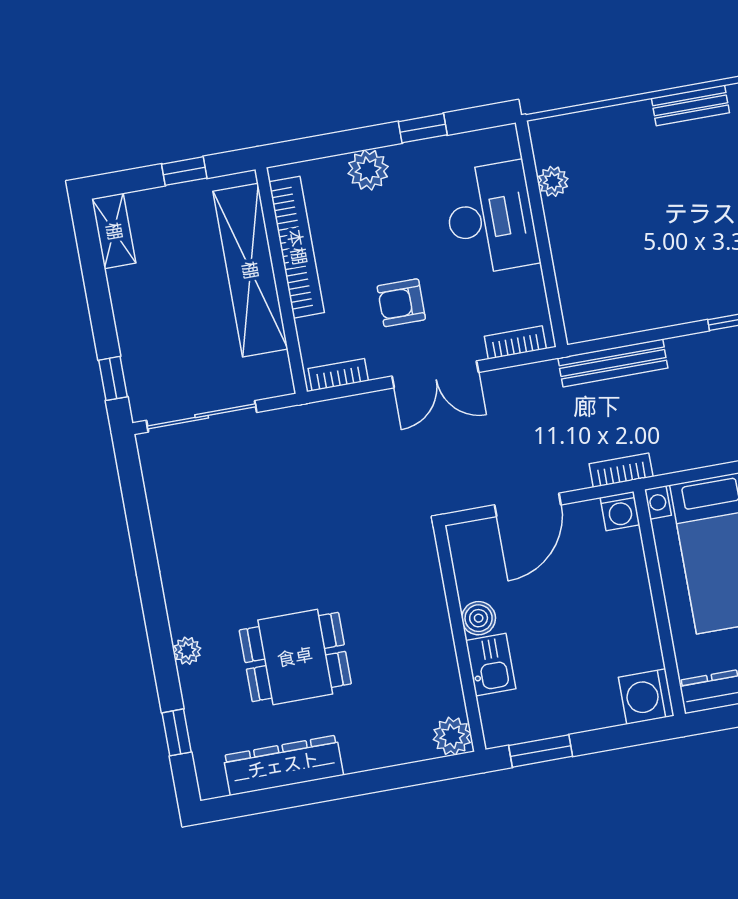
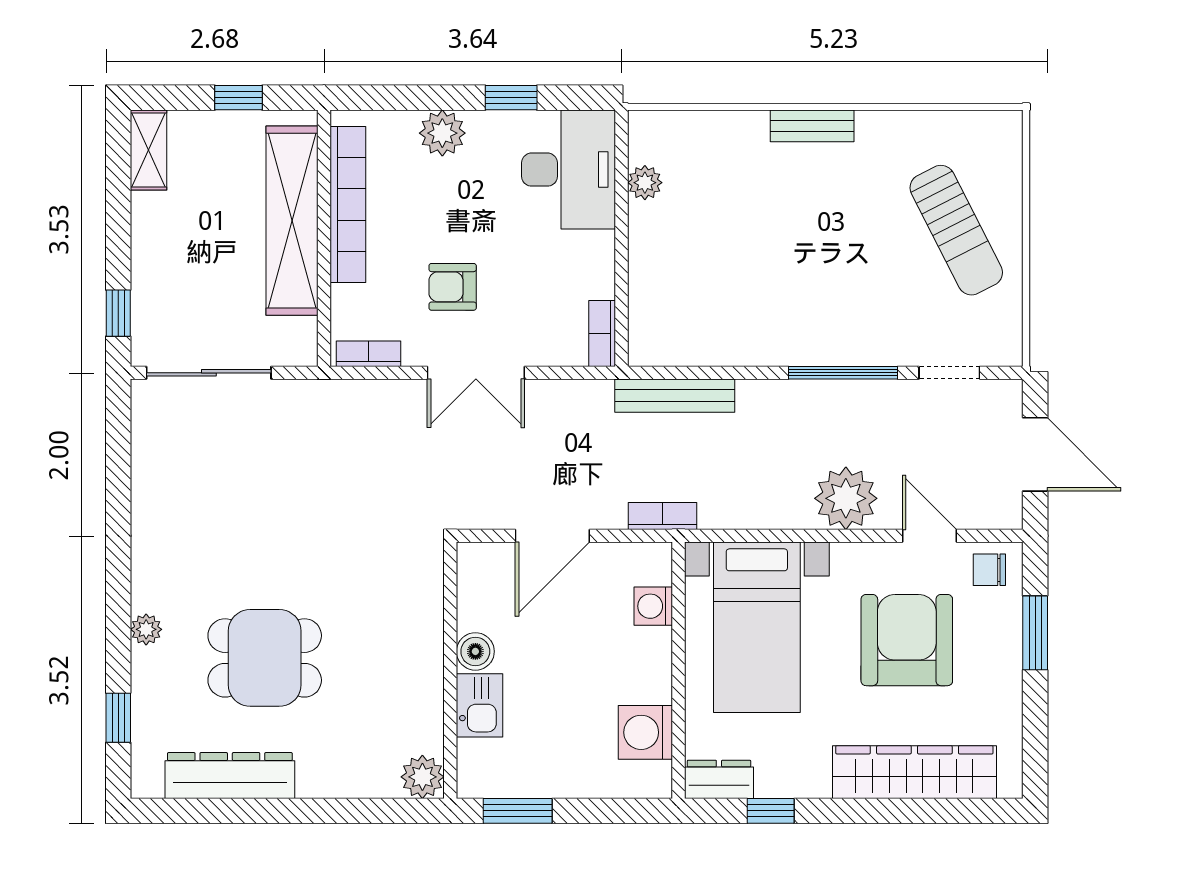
desk: (491, 218) -> (569, 170), moved
bookcase: (515, 342) -> (602, 334), moved, turned -90
washing machine: (620, 511) -> (653, 606), moved, turned 90
washing machine: (646, 697) -> (645, 732), moved

